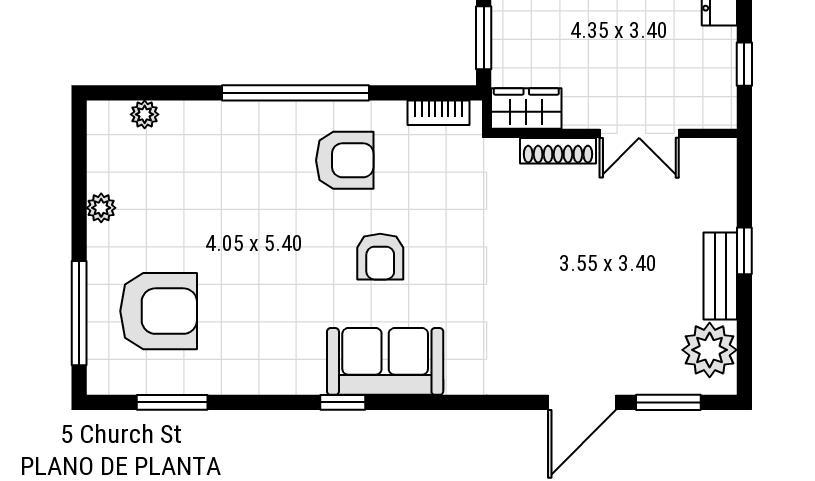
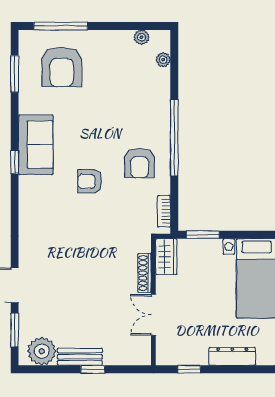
plant: (101, 208) -> (141, 37), moved
sofa: (385, 361) -> (36, 145), moved

